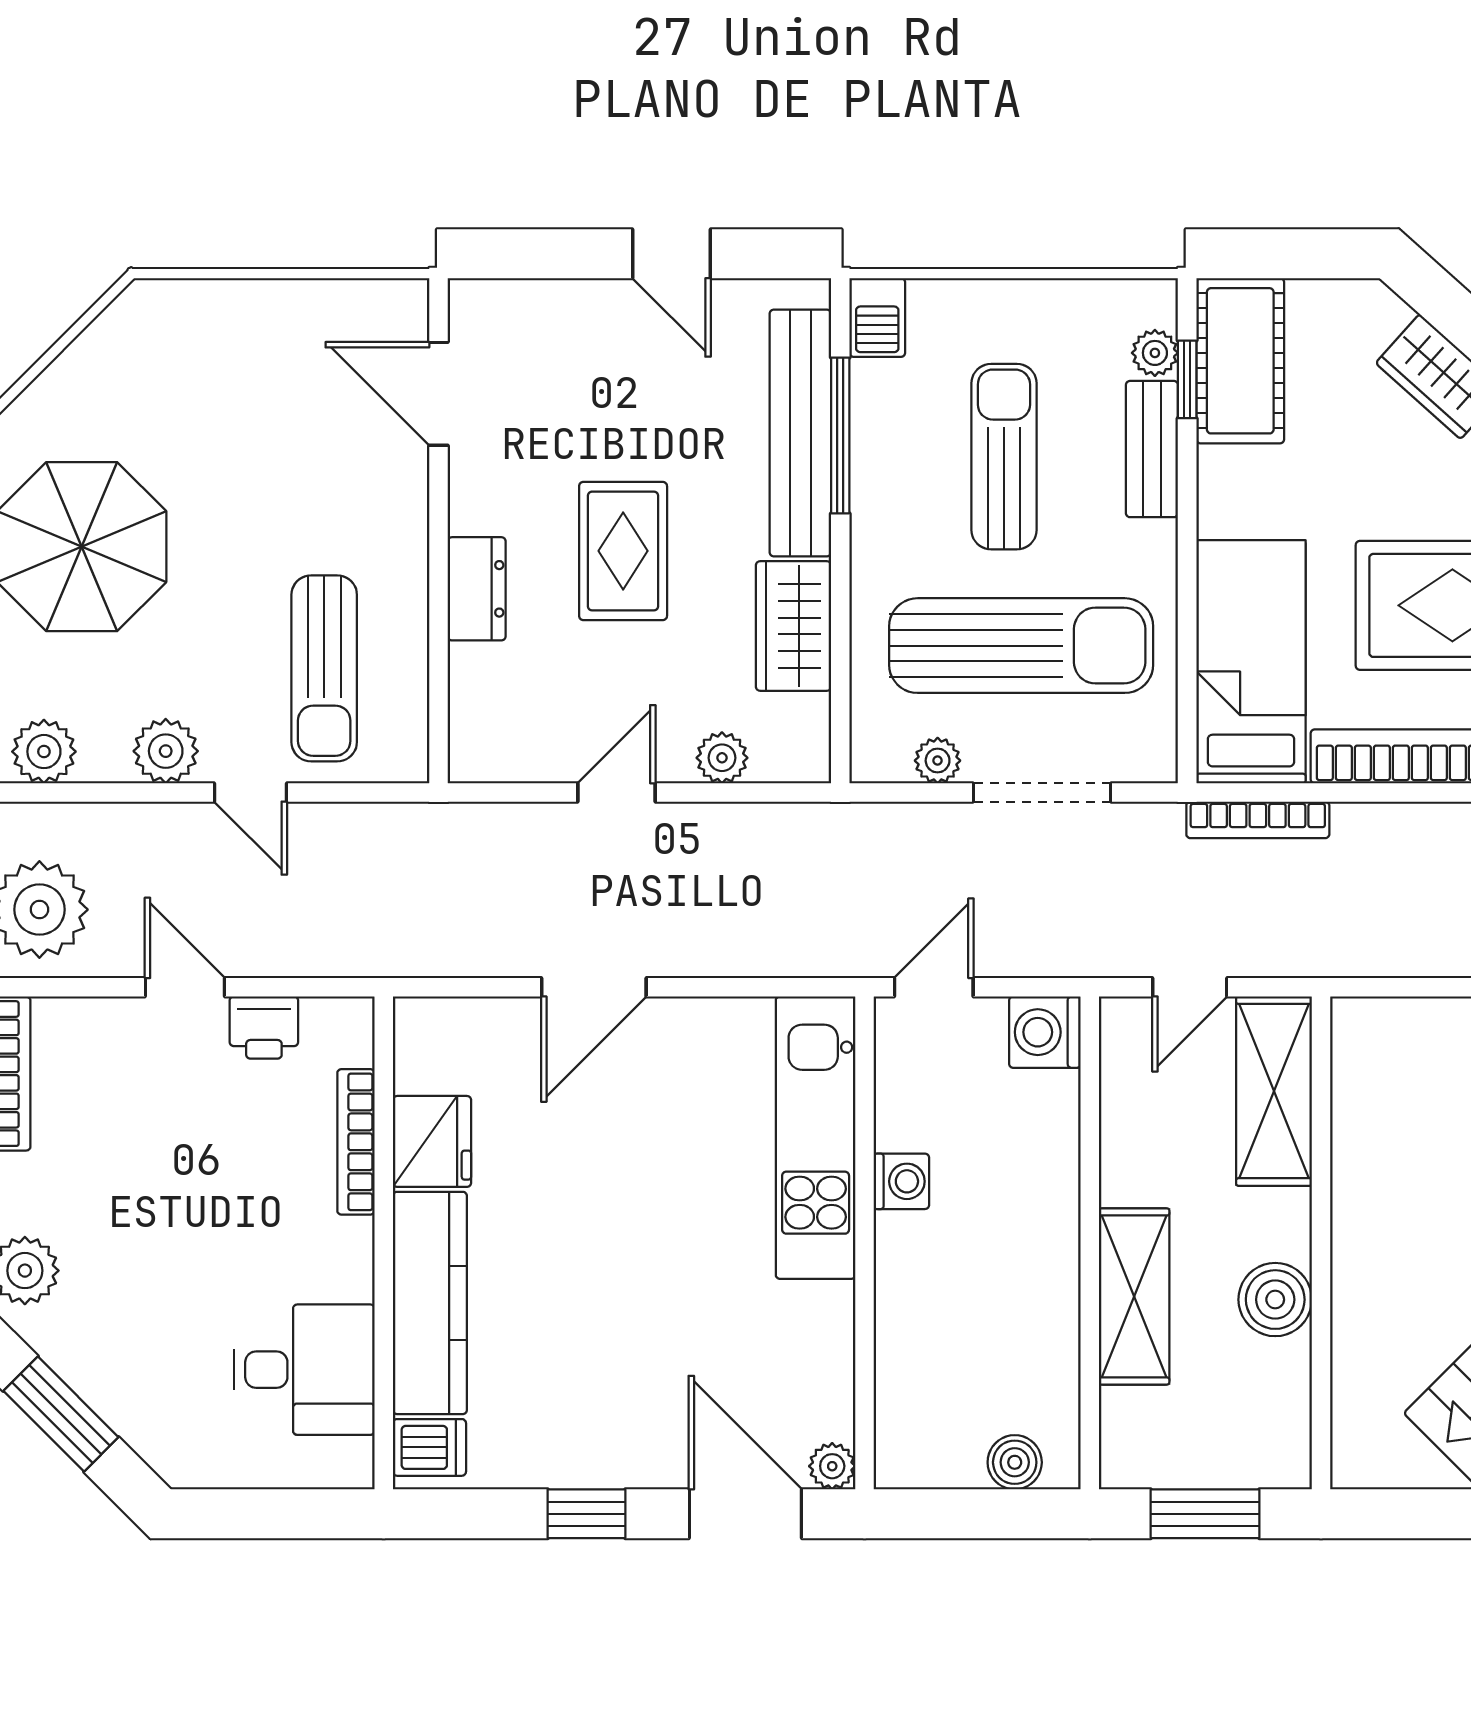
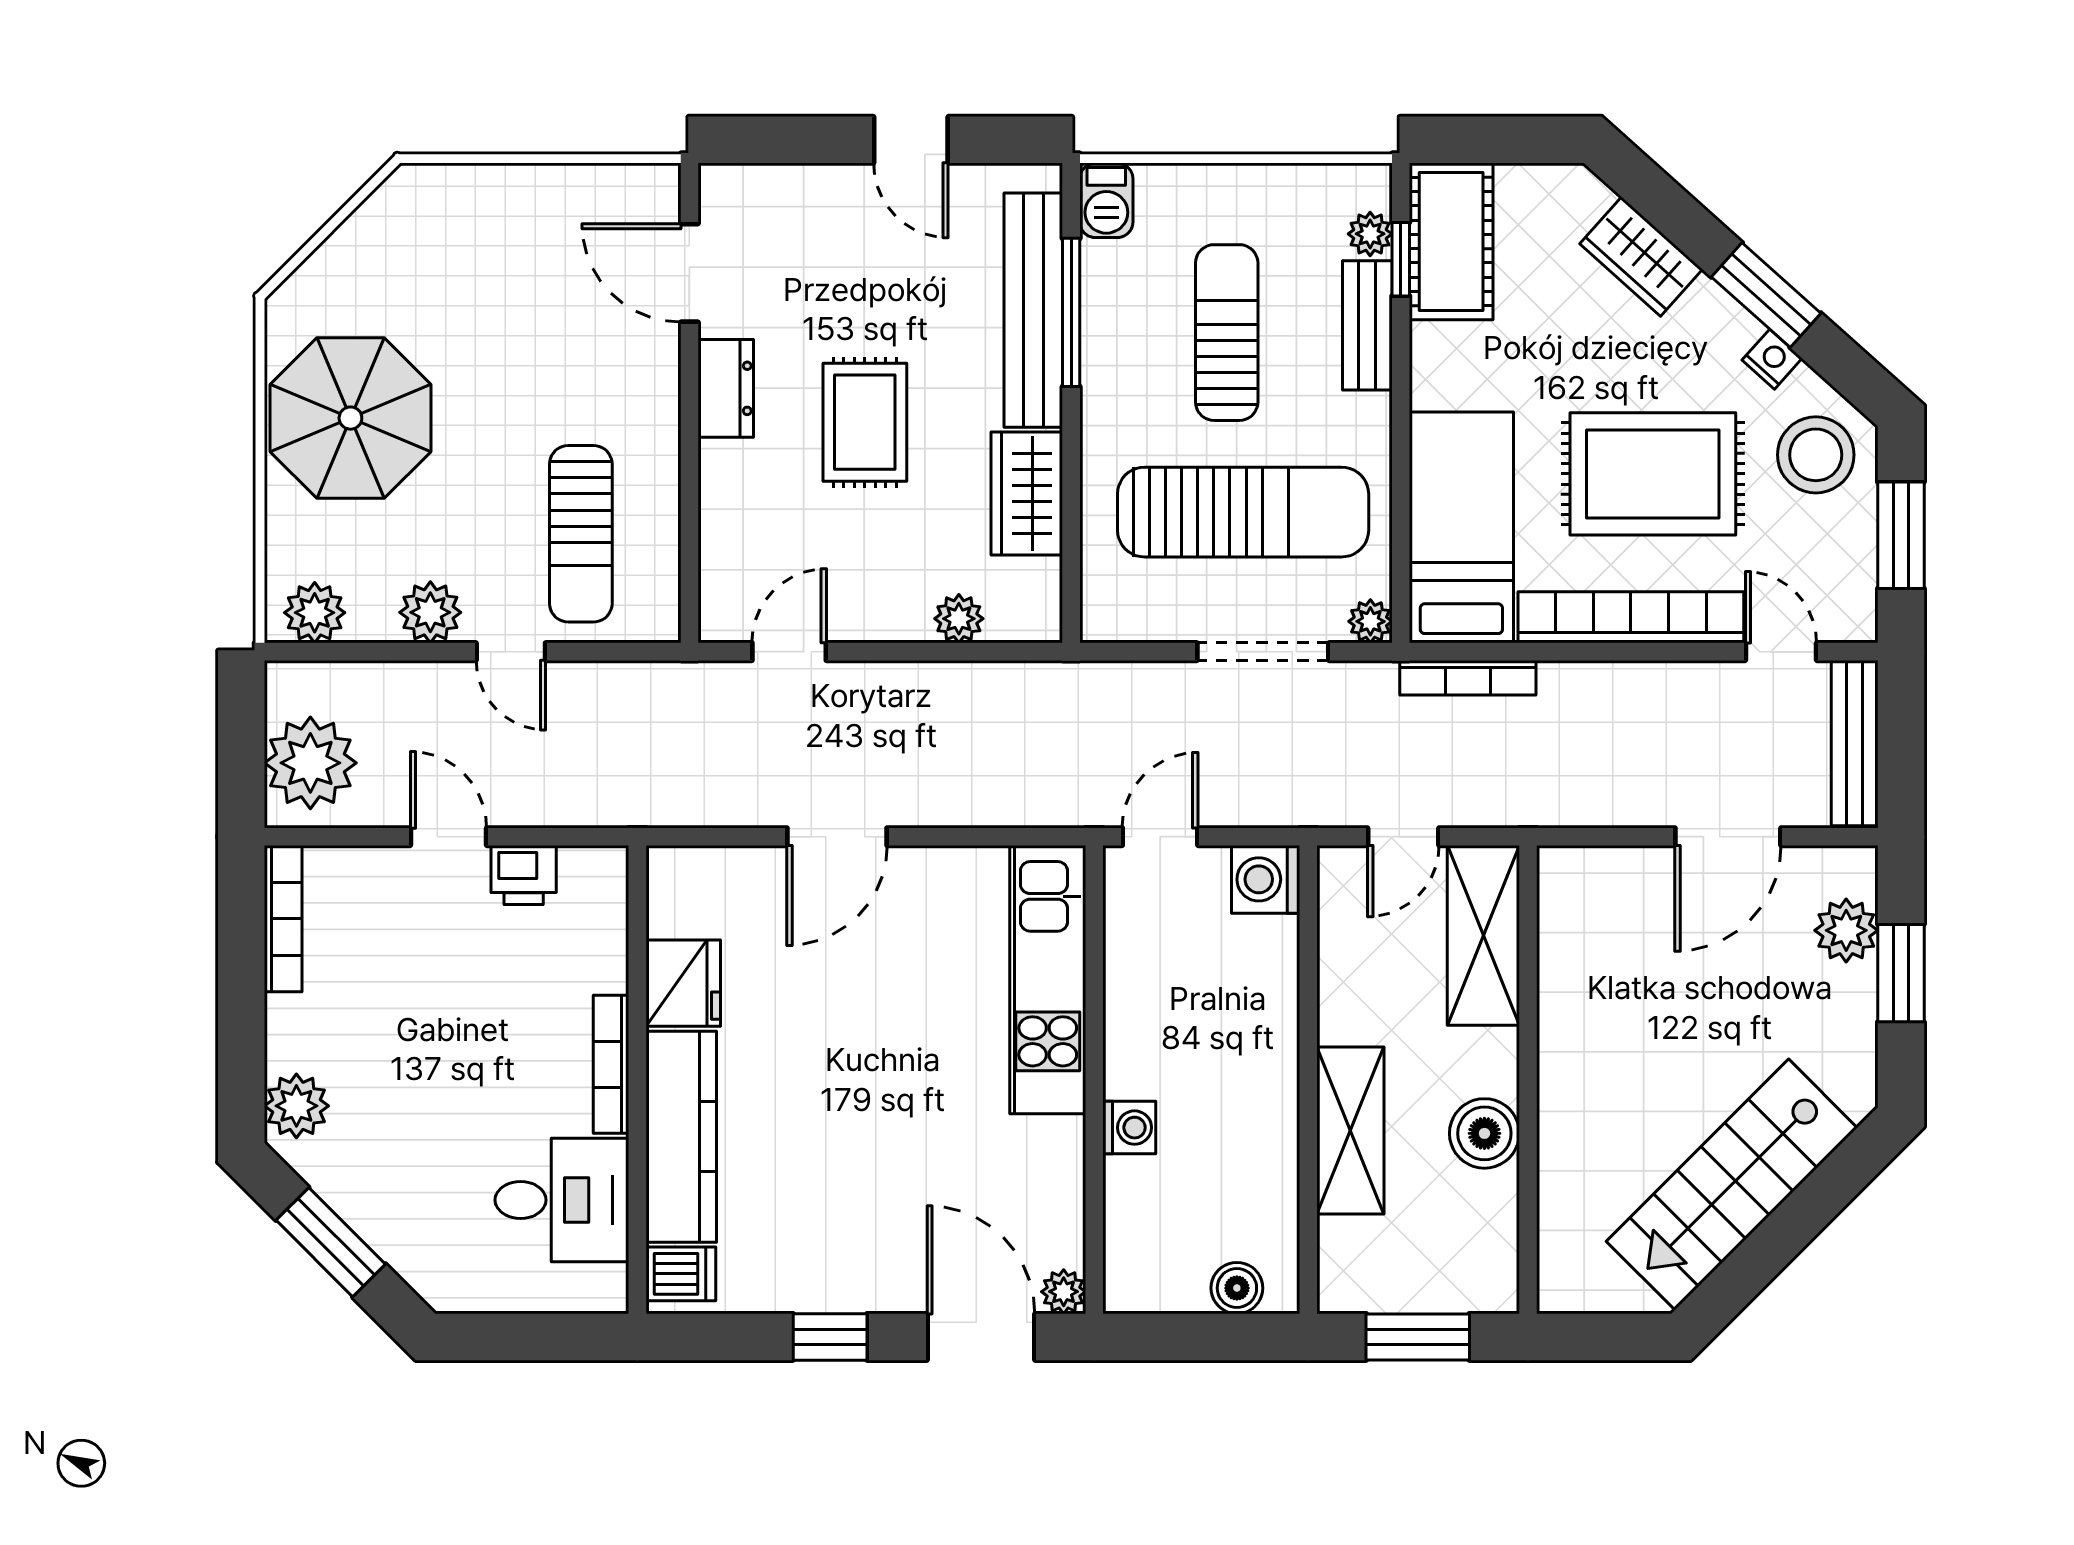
dresser: (477, 589) -> (726, 388), moved
plant: (938, 761) -> (1370, 621), moved
door: (616, 792) -> (789, 652), moved
bookcase: (356, 1142) -> (611, 1064), moved
washing machine: (901, 1181) -> (1129, 1128), moved

